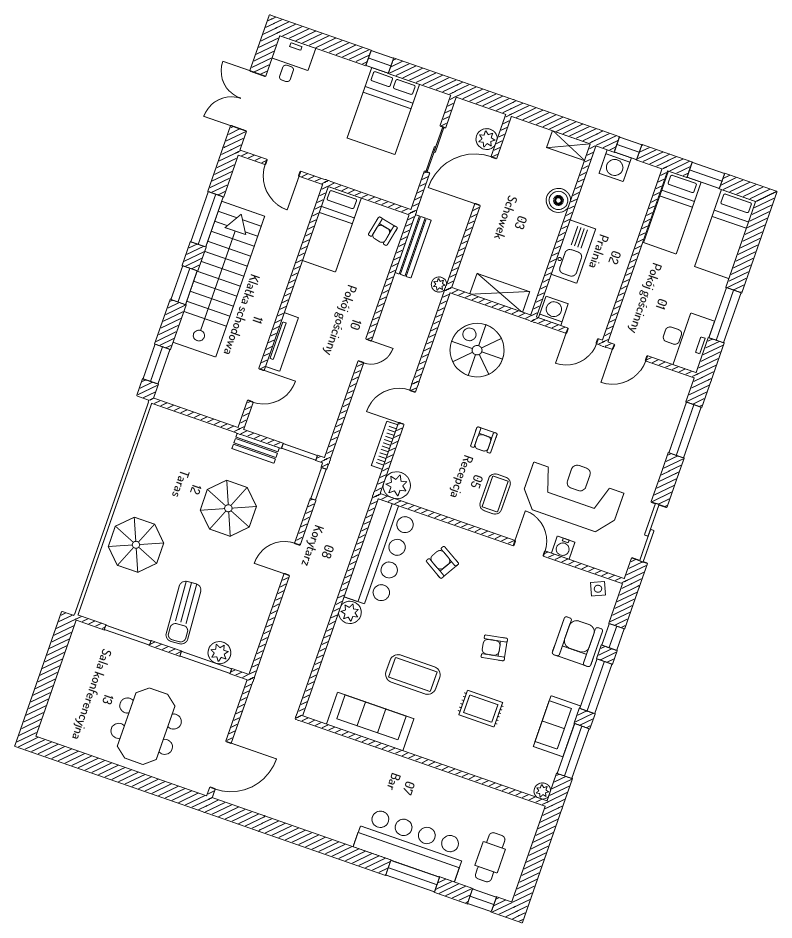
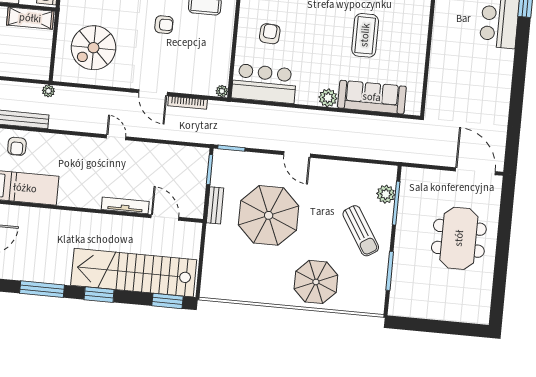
armchair: (383, 231) -> (17, 146), turned 78
stairs: (219, 279) -> (134, 273), moved
shelving: (500, 293) -> (30, 18), moved, turned 90
plant: (397, 485) -> (222, 91), width x0.53, depth x0.53
parasol: (228, 508) -> (269, 215), width x1.36, depth x1.36
bar counter: (381, 554) -> (264, 84), width x0.73
armchair: (442, 562) -> (270, 34), turned 153
sun lounger: (183, 613) -> (361, 231), turned 62
sofa: (370, 722) -> (372, 97), moved, turned 90
meeting table: (146, 726) -> (459, 238), turned 90

